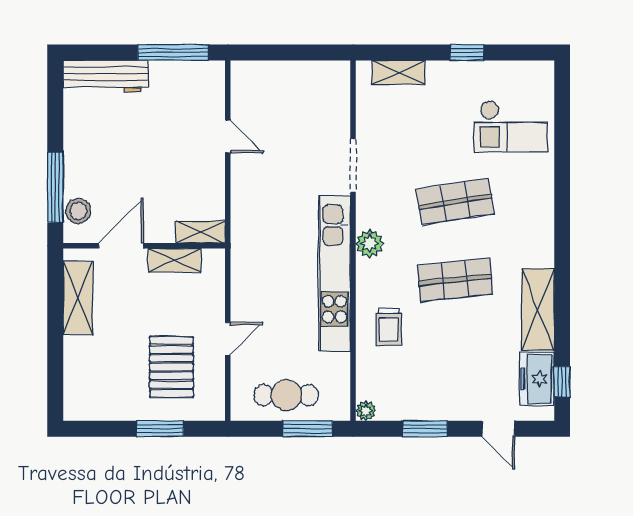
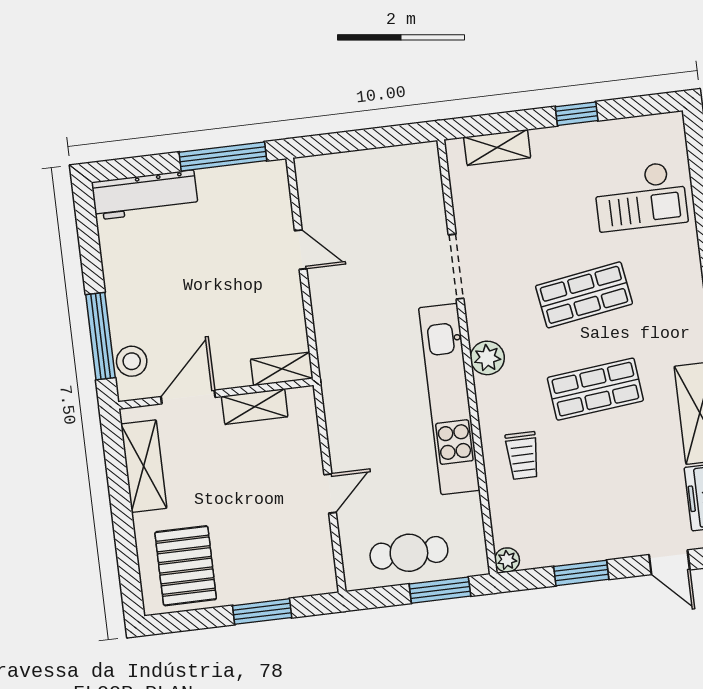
pallet: (171, 367) -> (186, 566), moved

